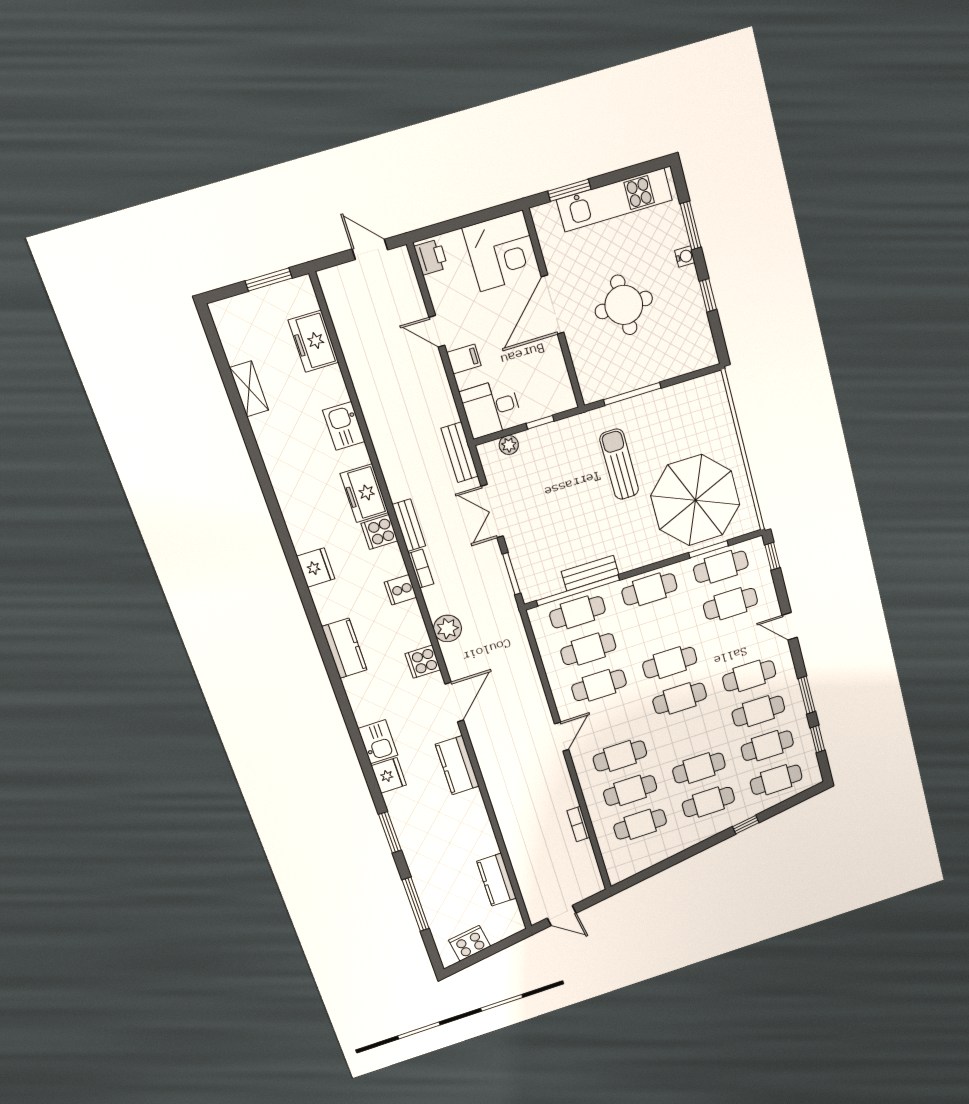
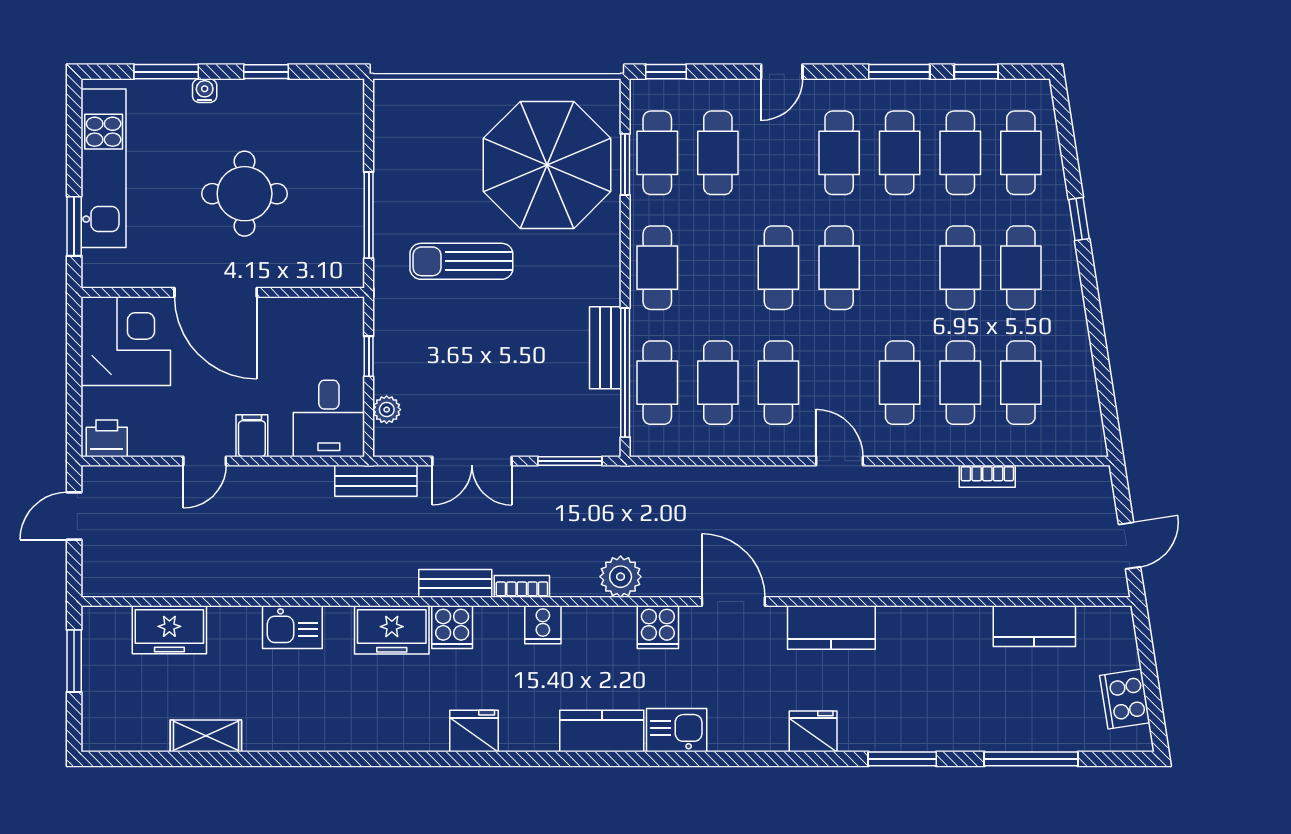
kitchen sink: (378, 742) -> (677, 730), moved

